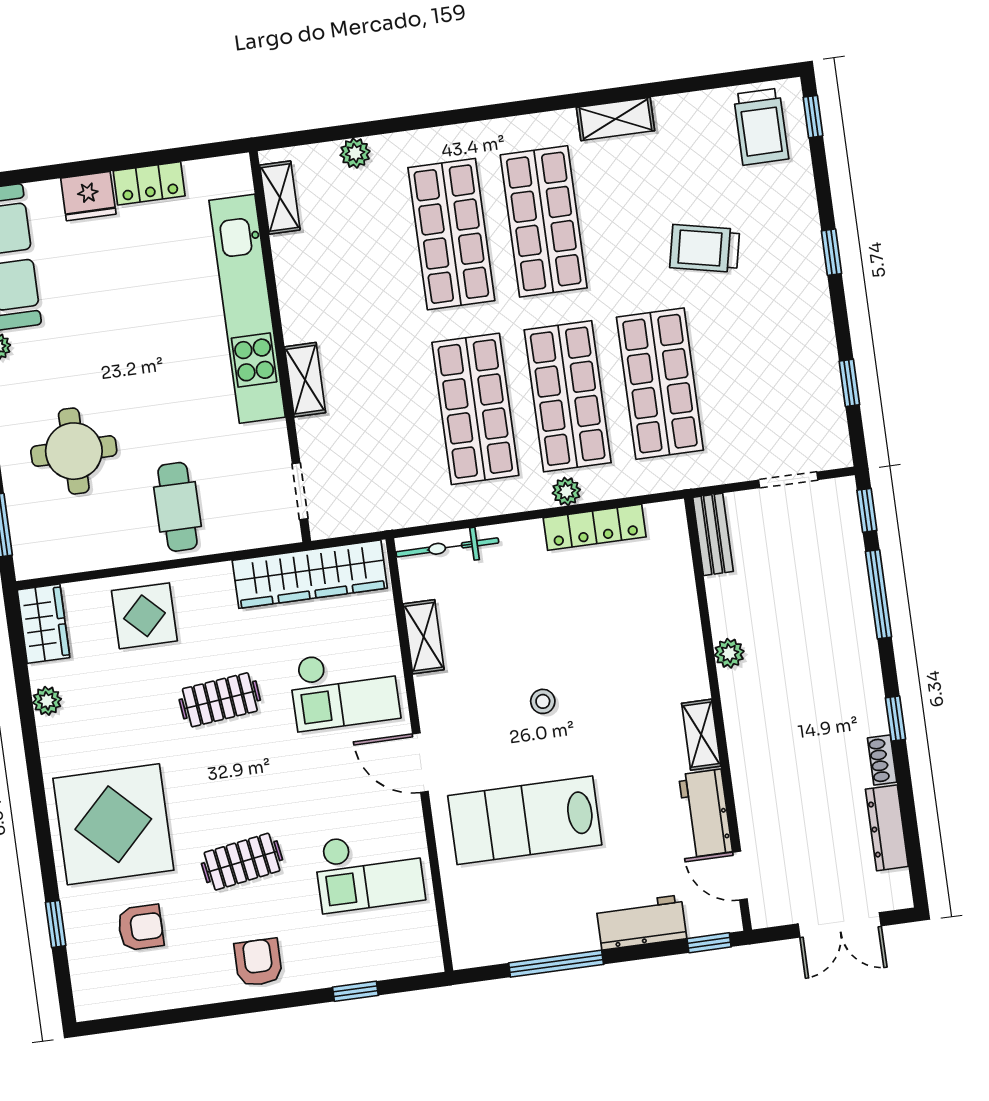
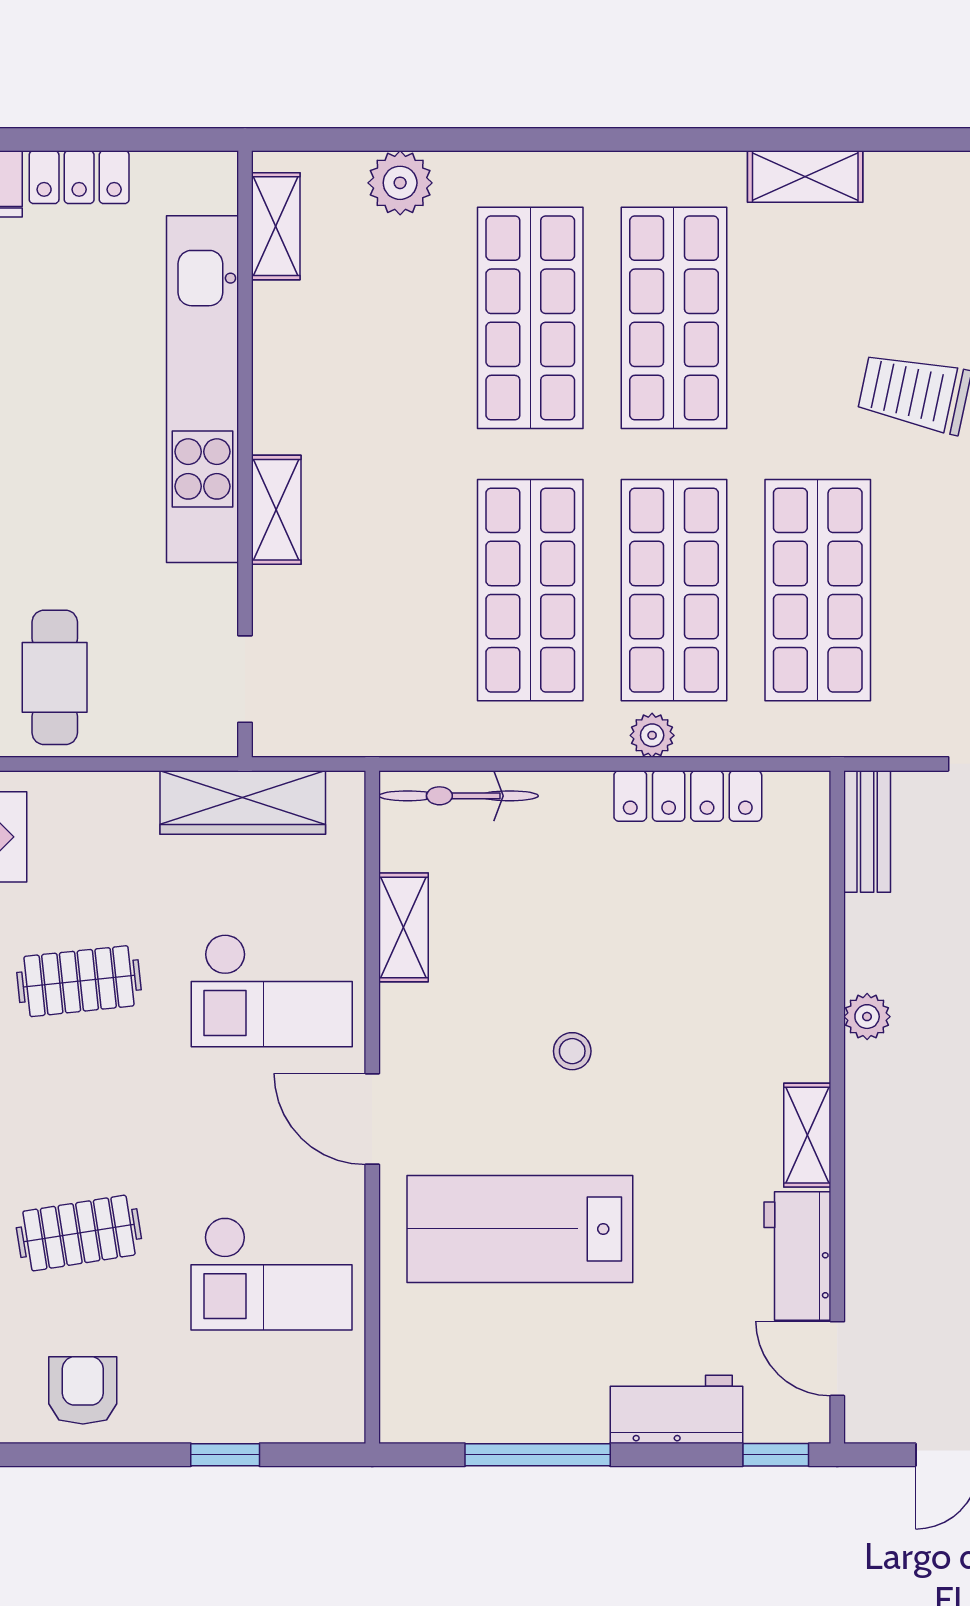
plant: (355, 153) -> (400, 183), width x1.38, depth x1.38
wardrobe: (310, 574) -> (243, 803), width x0.71, depth x0.85

